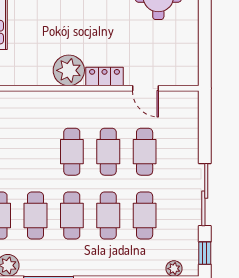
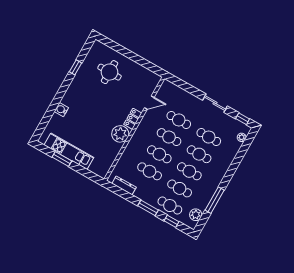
cafe table: (35, 152) -> (150, 171), added
sliding door: (205, 195) -> (215, 103), width x0.73

